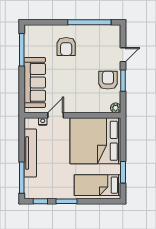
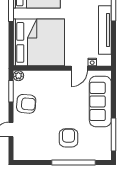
window: (89, 22) -> (73, 162), moved
armchair: (108, 80) -> (26, 104), turned -85
window: (123, 81) -> (11, 91), moved

